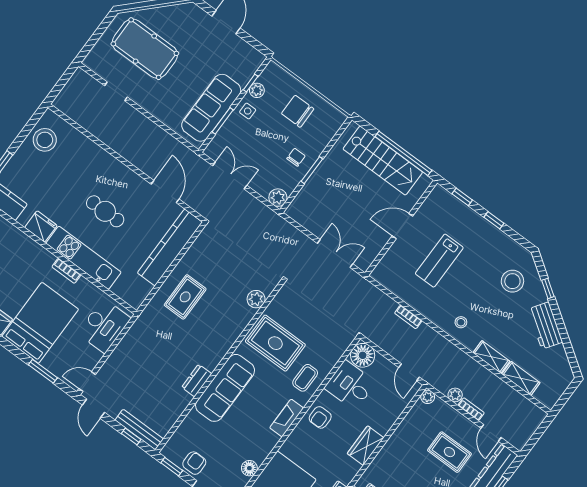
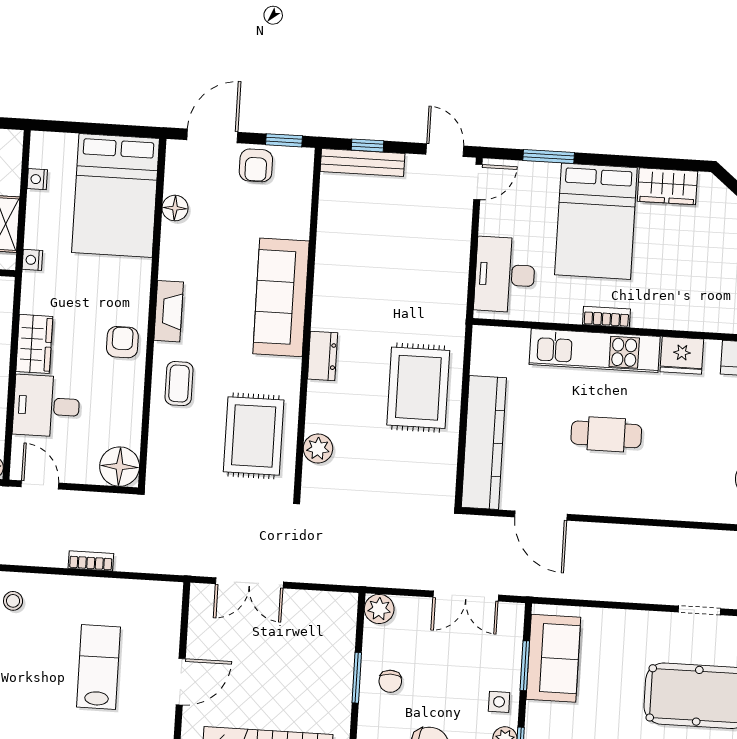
sofa: (211, 108) -> (553, 658), width x0.73
rug: (185, 297) -> (418, 388), width x1.36, depth x1.43
rug: (275, 343) -> (254, 436), moved, turned 90
dresser: (197, 381) -> (323, 356), moved
desk: (350, 385) -> (46, 406), moved, turned 180

